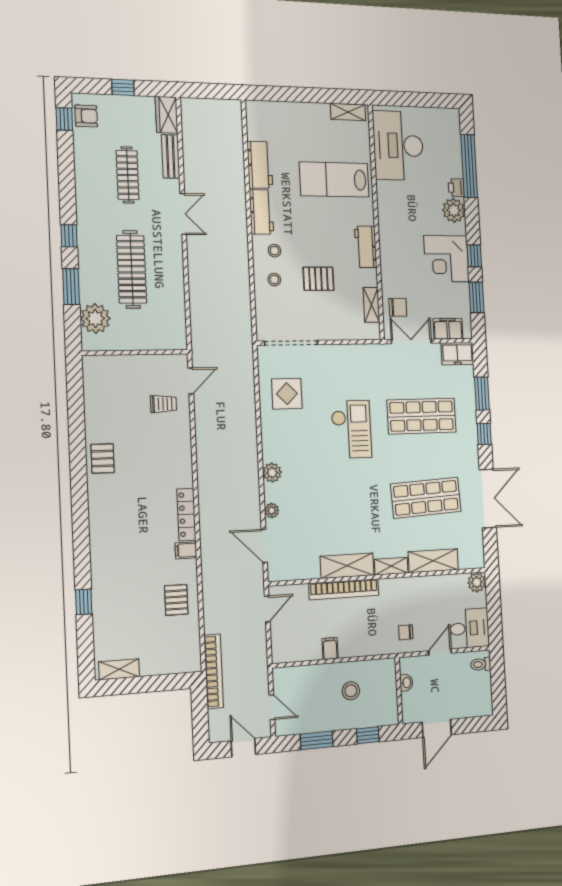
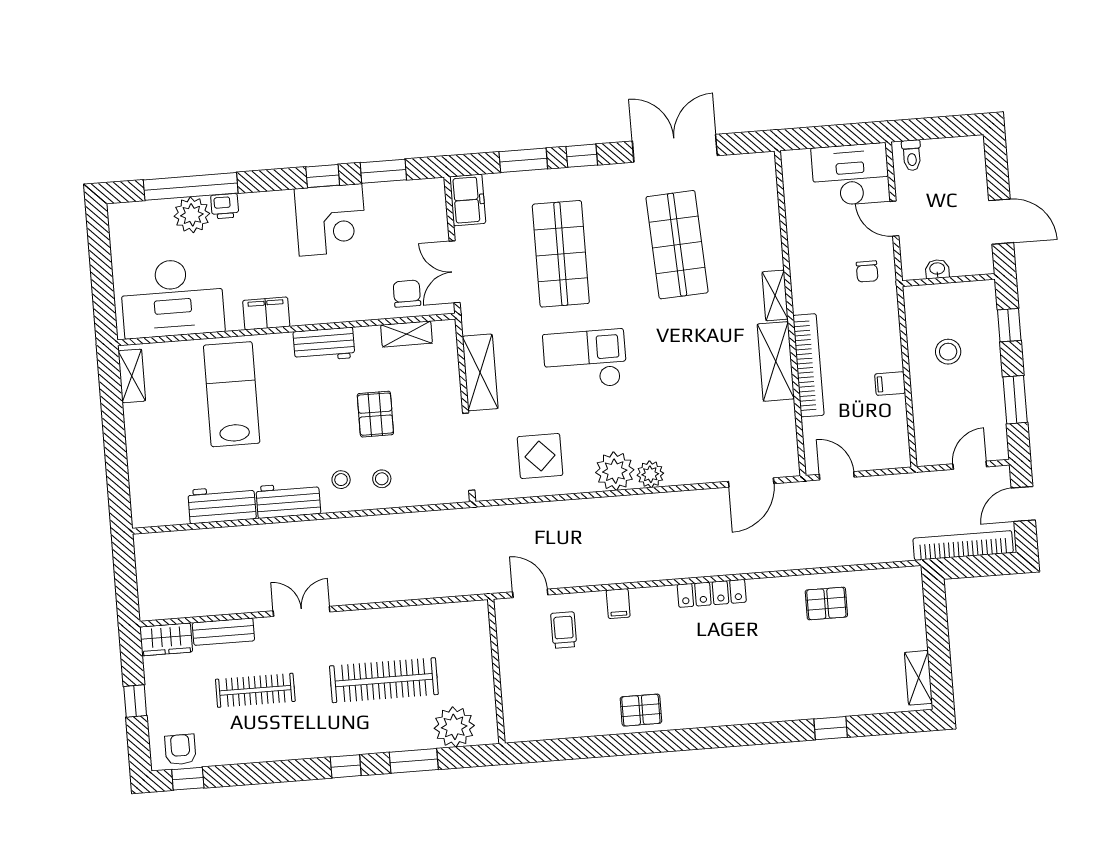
lab bench: (334, 180) -> (232, 394), turned 180
plant: (454, 210) -> (192, 215), moved
filing cabinet: (448, 329) -> (266, 313), moved, turned 90
plant: (272, 511) -> (615, 471), moved, width x1.88, depth x1.88
filing cabinet: (186, 550) -> (618, 604), moved
shelving: (433, 561) -> (480, 372), moved
plant: (477, 582) -> (795, 164), removed
desk: (469, 628) -> (850, 175), width x1.37
bookcase: (214, 671) -> (963, 545), moved

